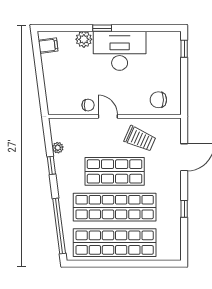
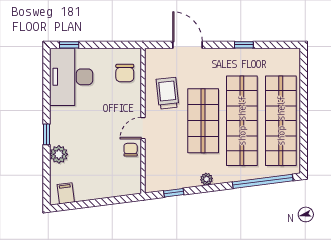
desk: (120, 51) -> (71, 77), moved
trolley: (140, 139) -> (167, 93), turned -30
plant: (58, 148) -> (206, 179), moved
window: (51, 165) -> (174, 193), moved

